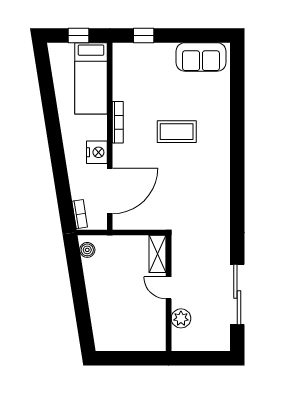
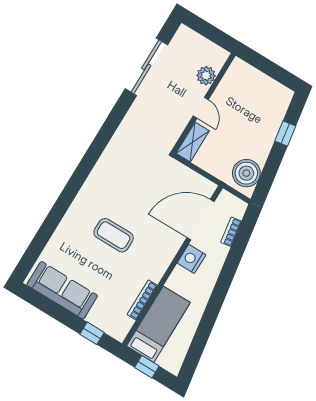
sofa: (201, 57) -> (62, 290), width x1.36
bookcase: (118, 122) -> (142, 300), moved
bookcase: (80, 214) -> (231, 232), moved
boiler: (87, 250) -> (246, 173), width x1.86, depth x1.86
window: (82, 310) -> (285, 133), added

